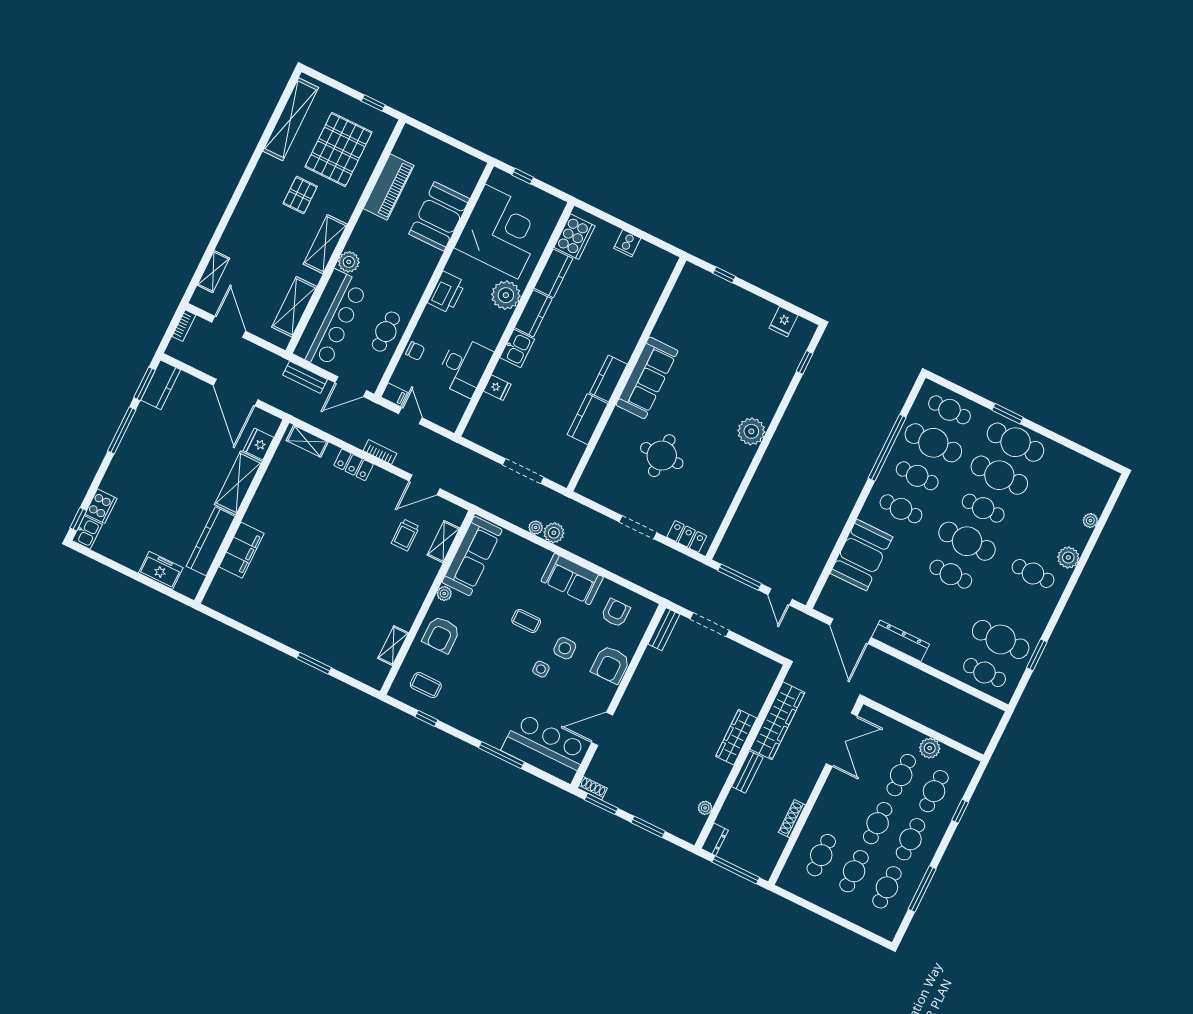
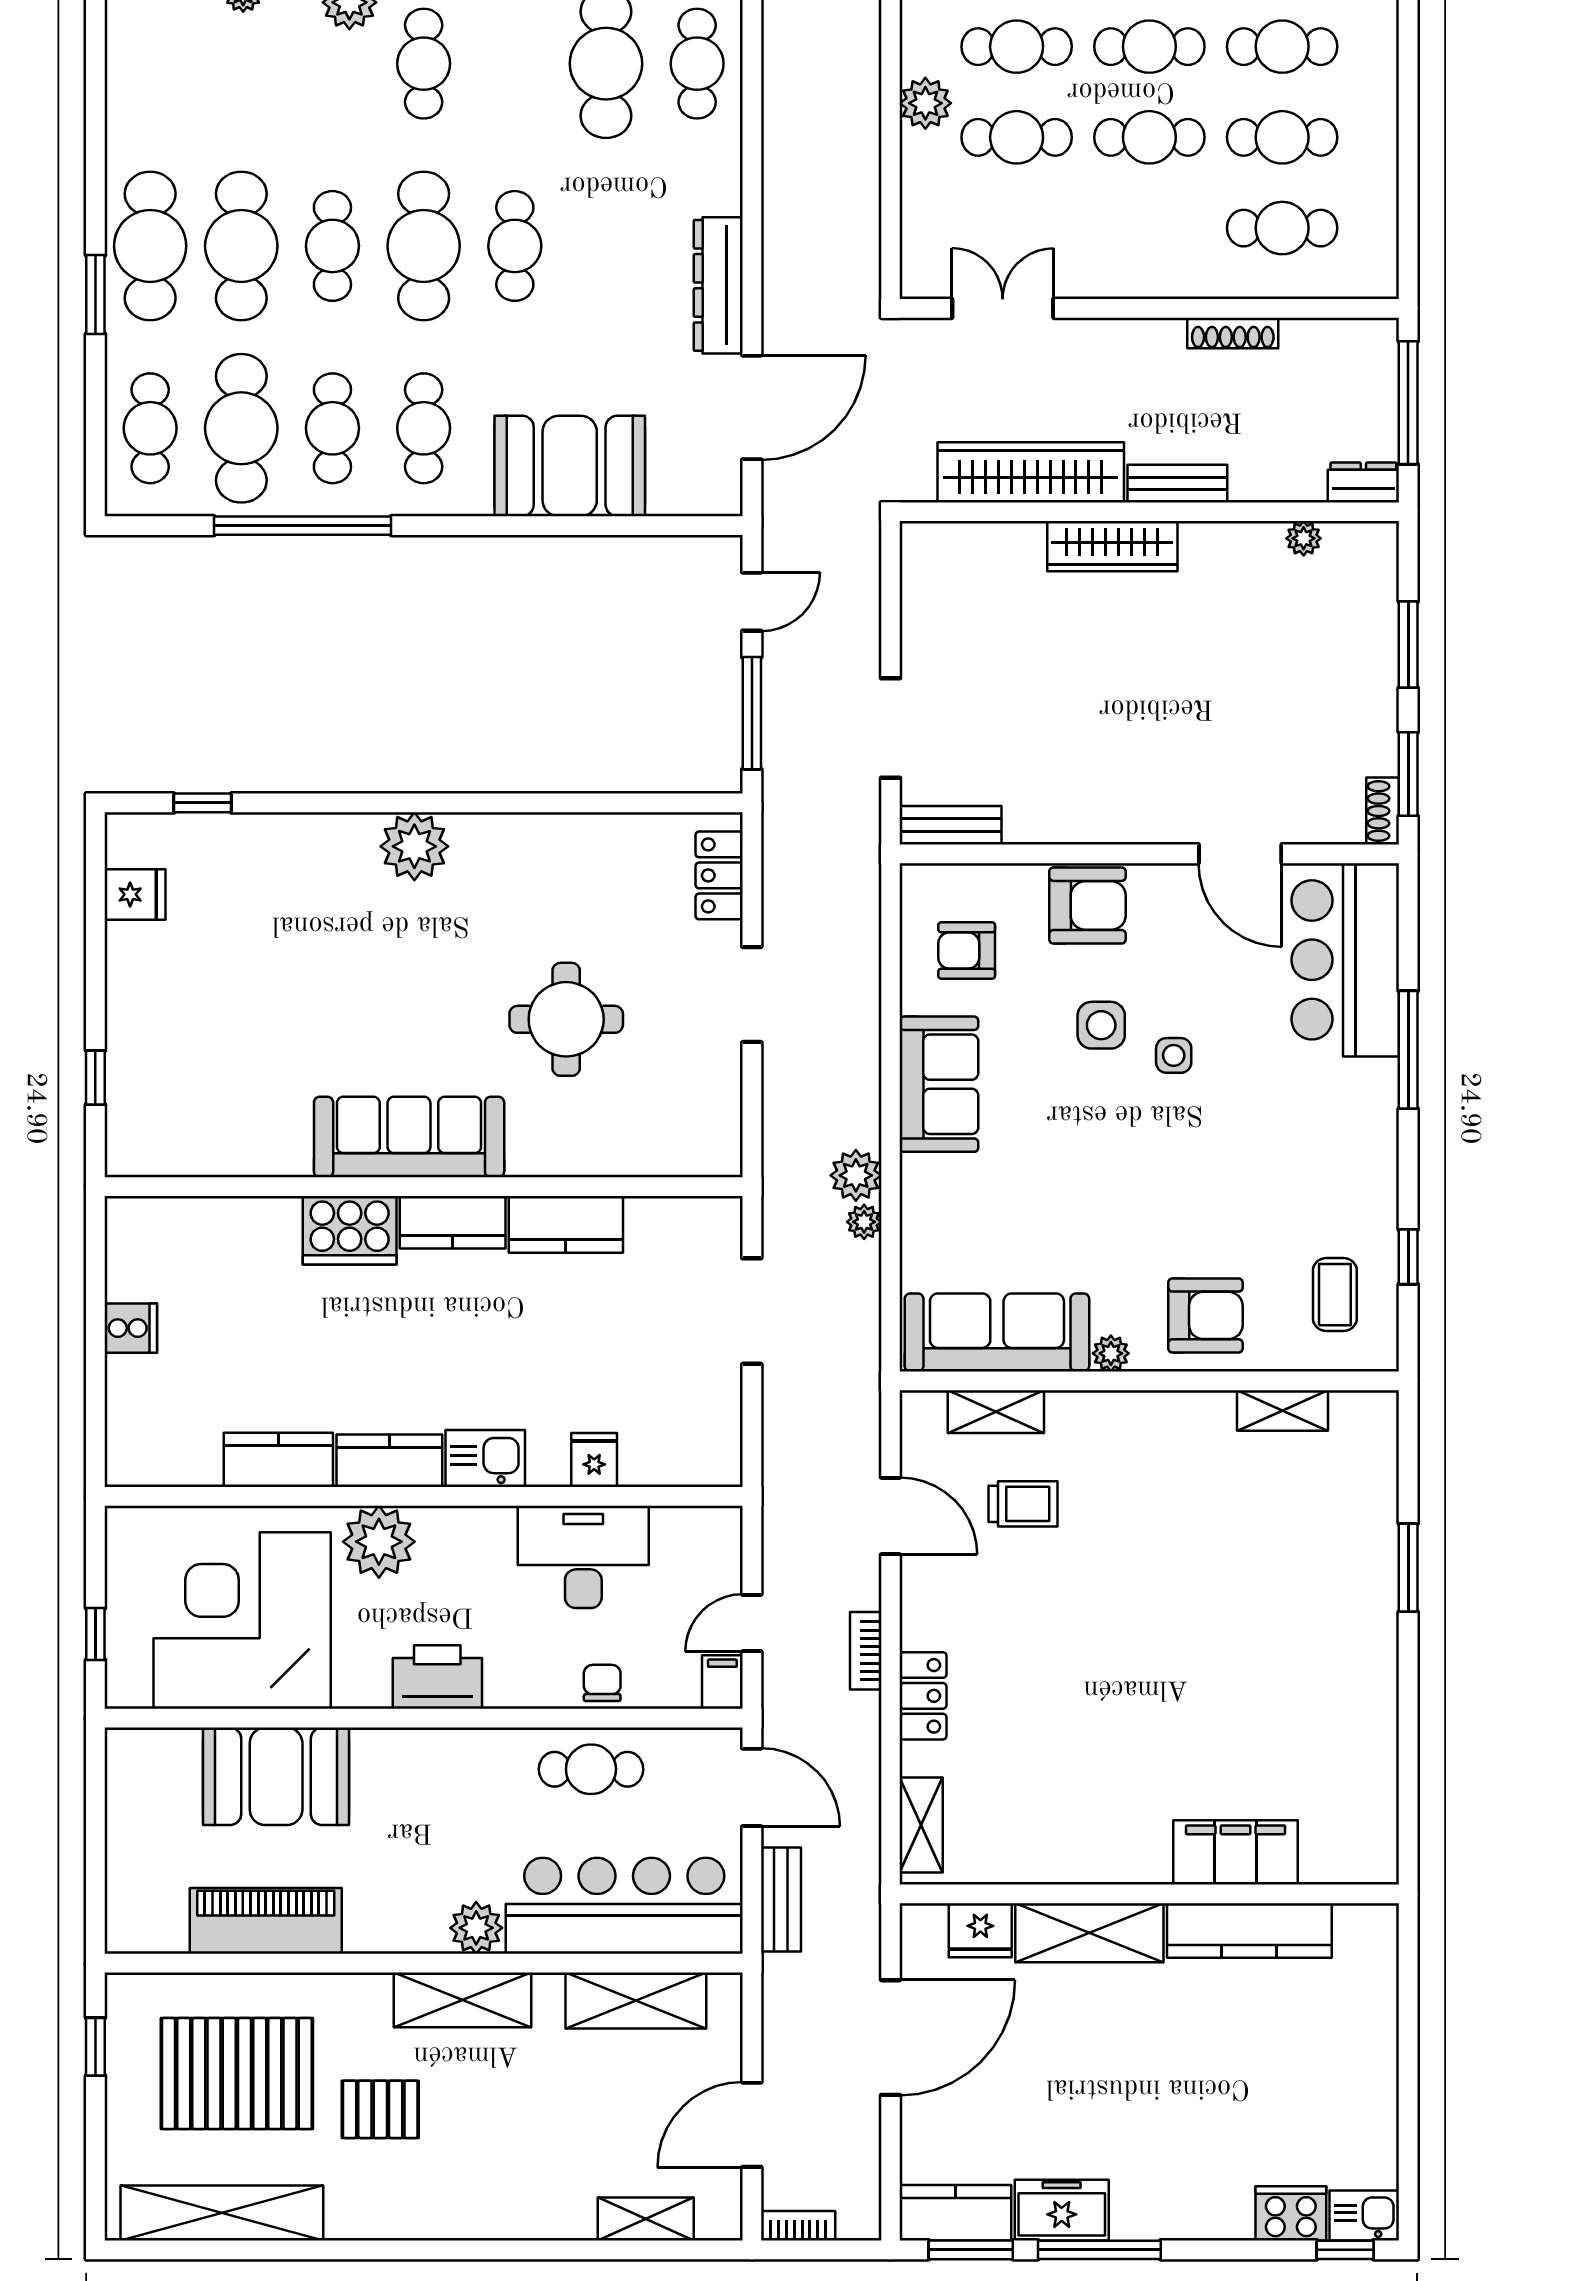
cooker: (574, 237) -> (350, 1230), moved, turned 180
freezer: (161, 570) -> (1062, 2210), moved, turned 90
coffee table: (526, 621) -> (1083, 1141), removed
double door: (842, 740) -> (1003, 308), width x0.73

